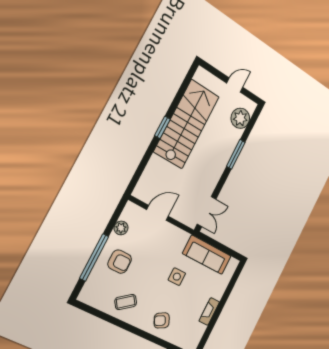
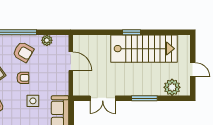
double door: (207, 212) -> (103, 98), moved
armchair: (120, 262) -> (23, 52), turned -60
armchair: (147, 276) -> (23, 78), added

